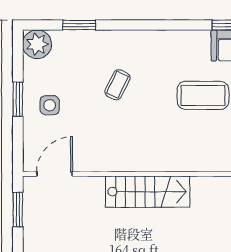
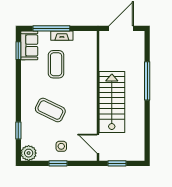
coffee table: (117, 85) -> (50, 110), width x1.86, depth x1.72
stairs: (148, 192) -> (112, 102), width x1.36, depth x1.51

